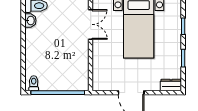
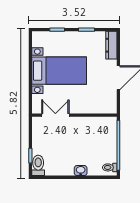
washbasin: (30, 21) -> (81, 171), moved
dresser: (171, 85) -> (111, 45), width x1.44

